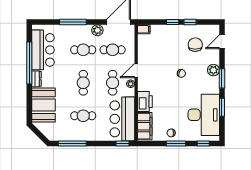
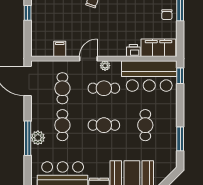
filing cabinet: (144, 29) -> (60, 49), moved
plant: (97, 30) -> (38, 138), moved
door: (136, 70) -> (88, 59), swing flipped
printer: (145, 102) -> (133, 51), width x0.53, depth x0.68
window: (72, 143) -> (180, 139), width x0.69

